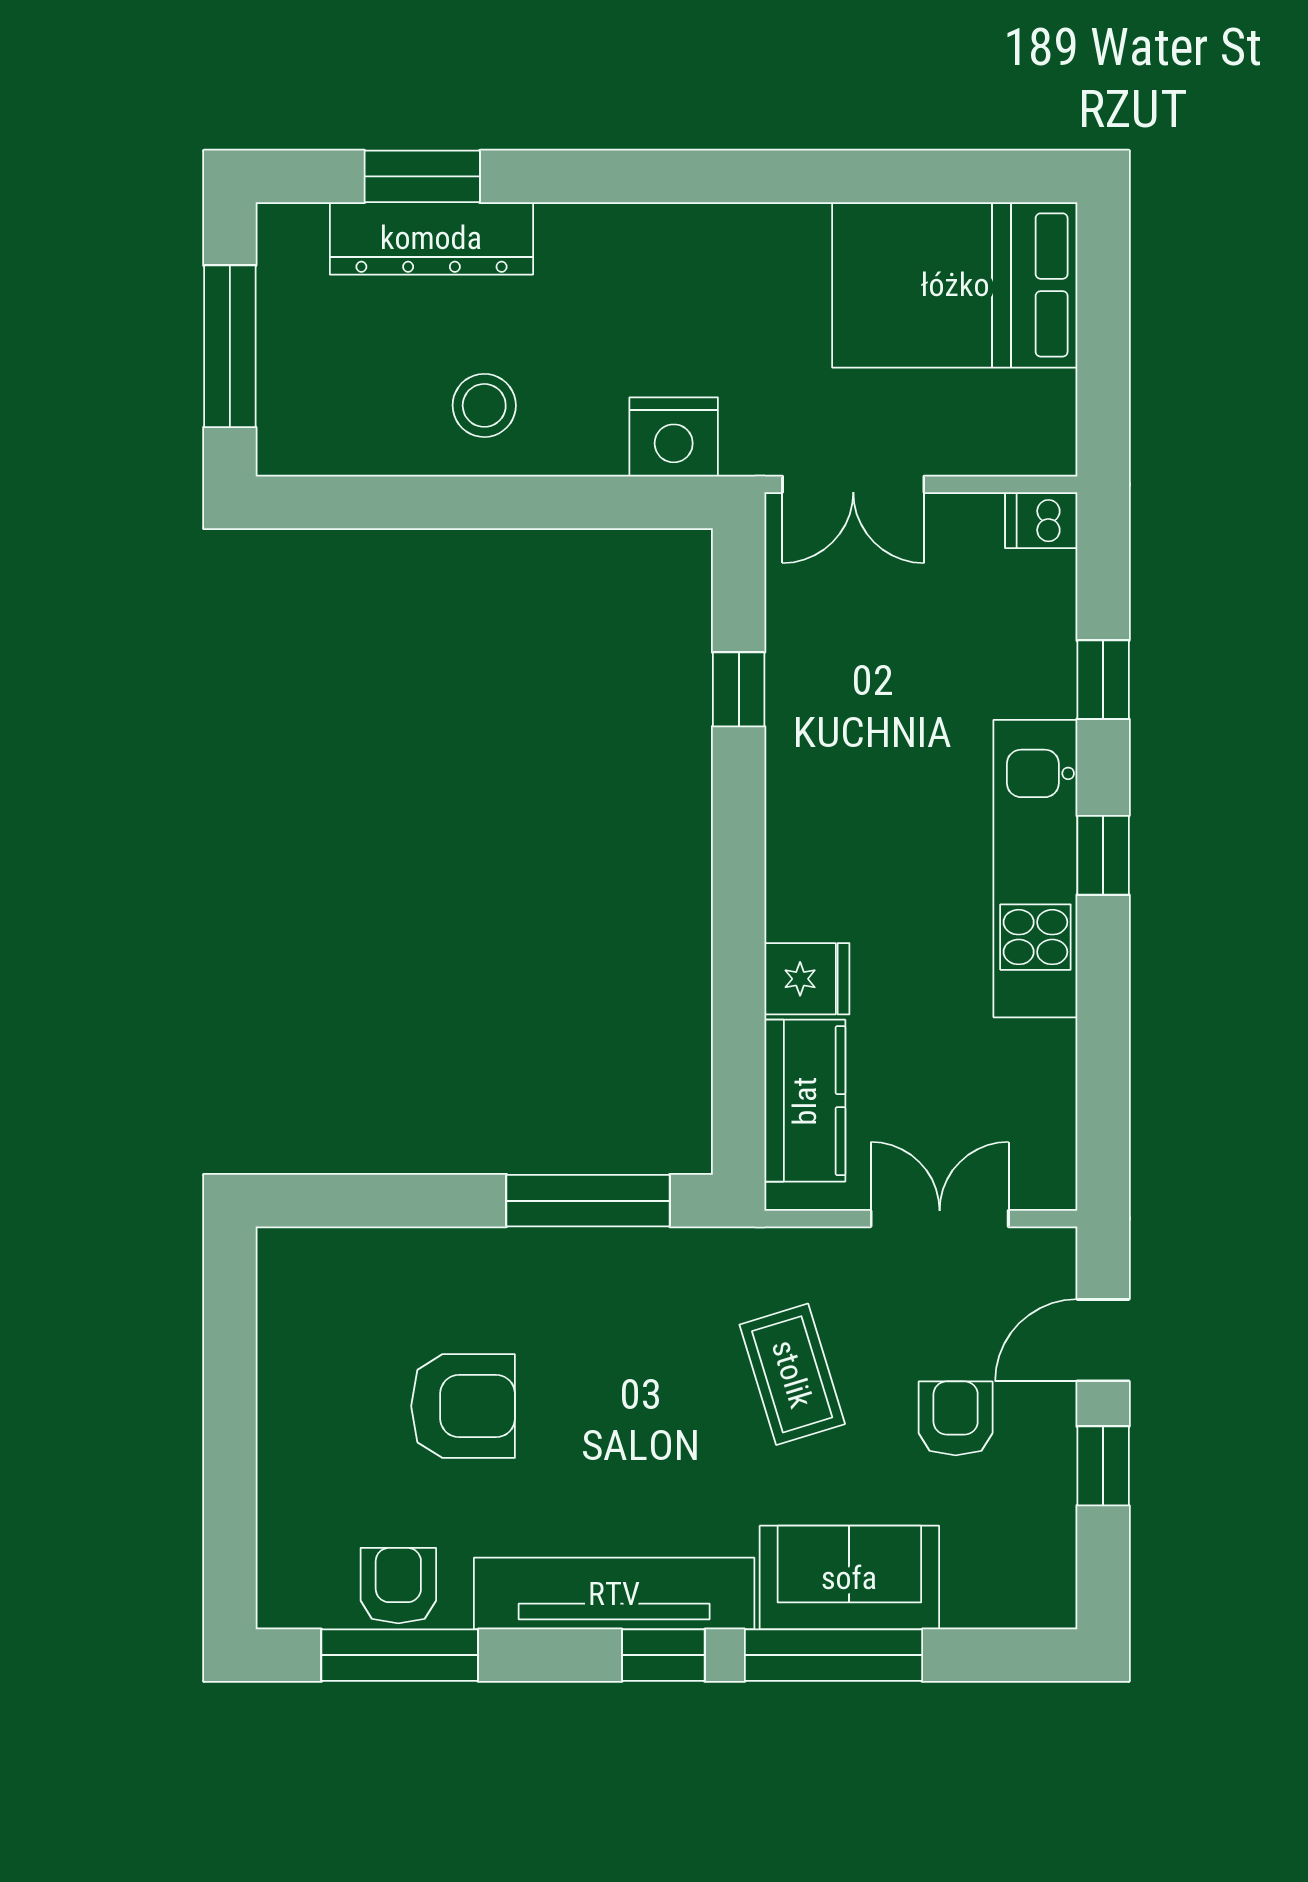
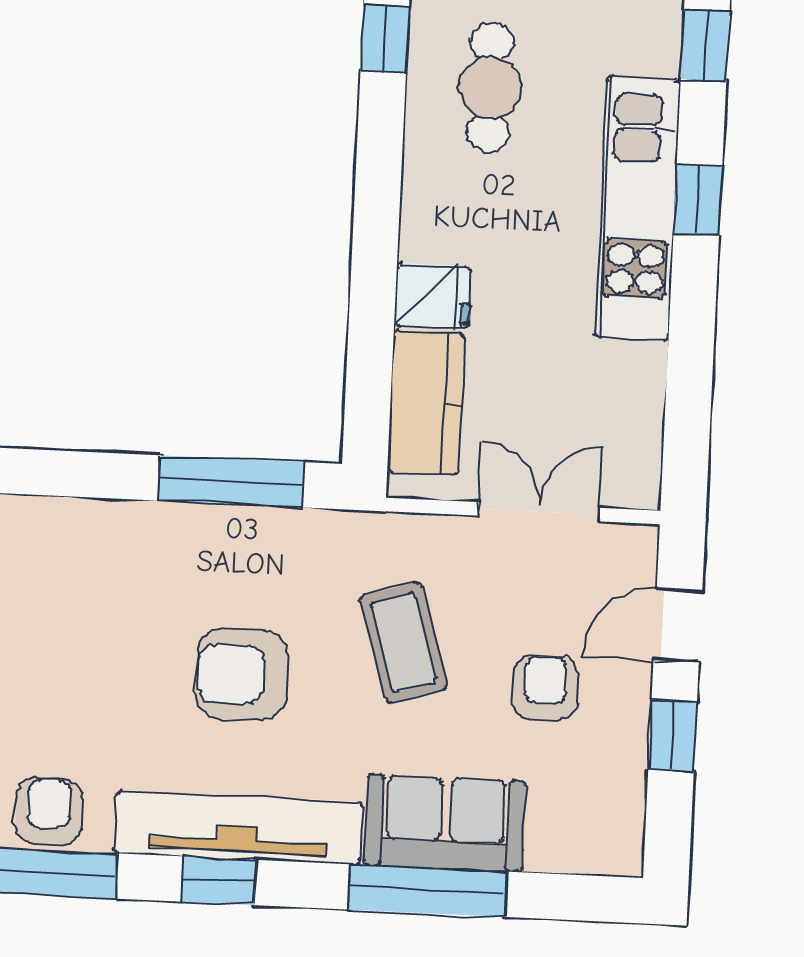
cafe table: (861, 739) -> (490, 87), added
armchair: (463, 1406) -> (242, 674), moved, turned 180
window: (663, 1655) -> (218, 881), moved

